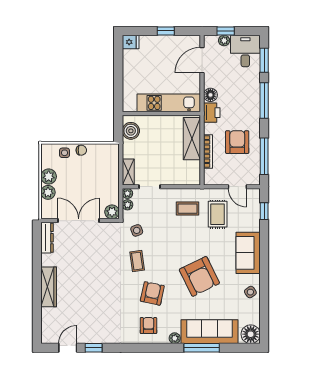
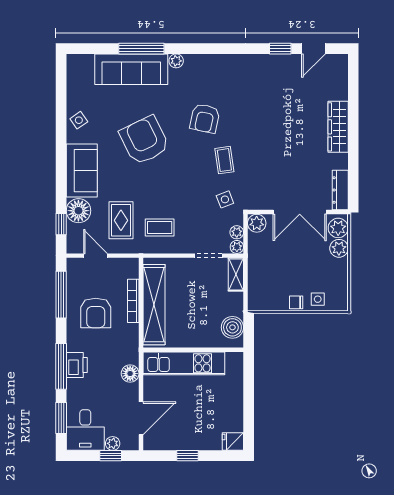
printer: (212, 113) -> (77, 365), moved, turned 180
shelving: (192, 139) -> (154, 305), width x1.47
plant: (49, 177) -> (338, 228), moved
armchair: (148, 326) -> (210, 77), removed
floor lamp: (251, 334) -> (78, 211), moved

